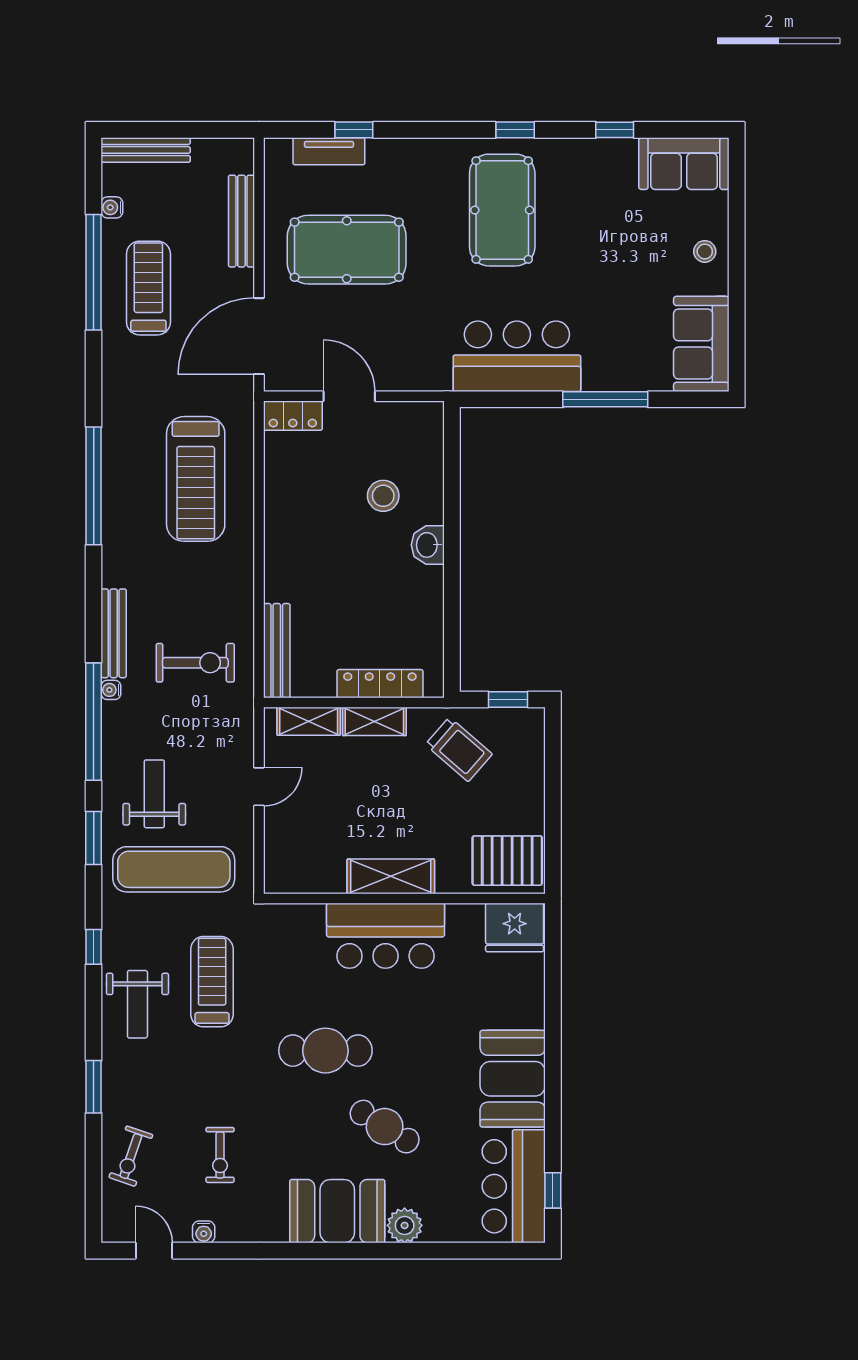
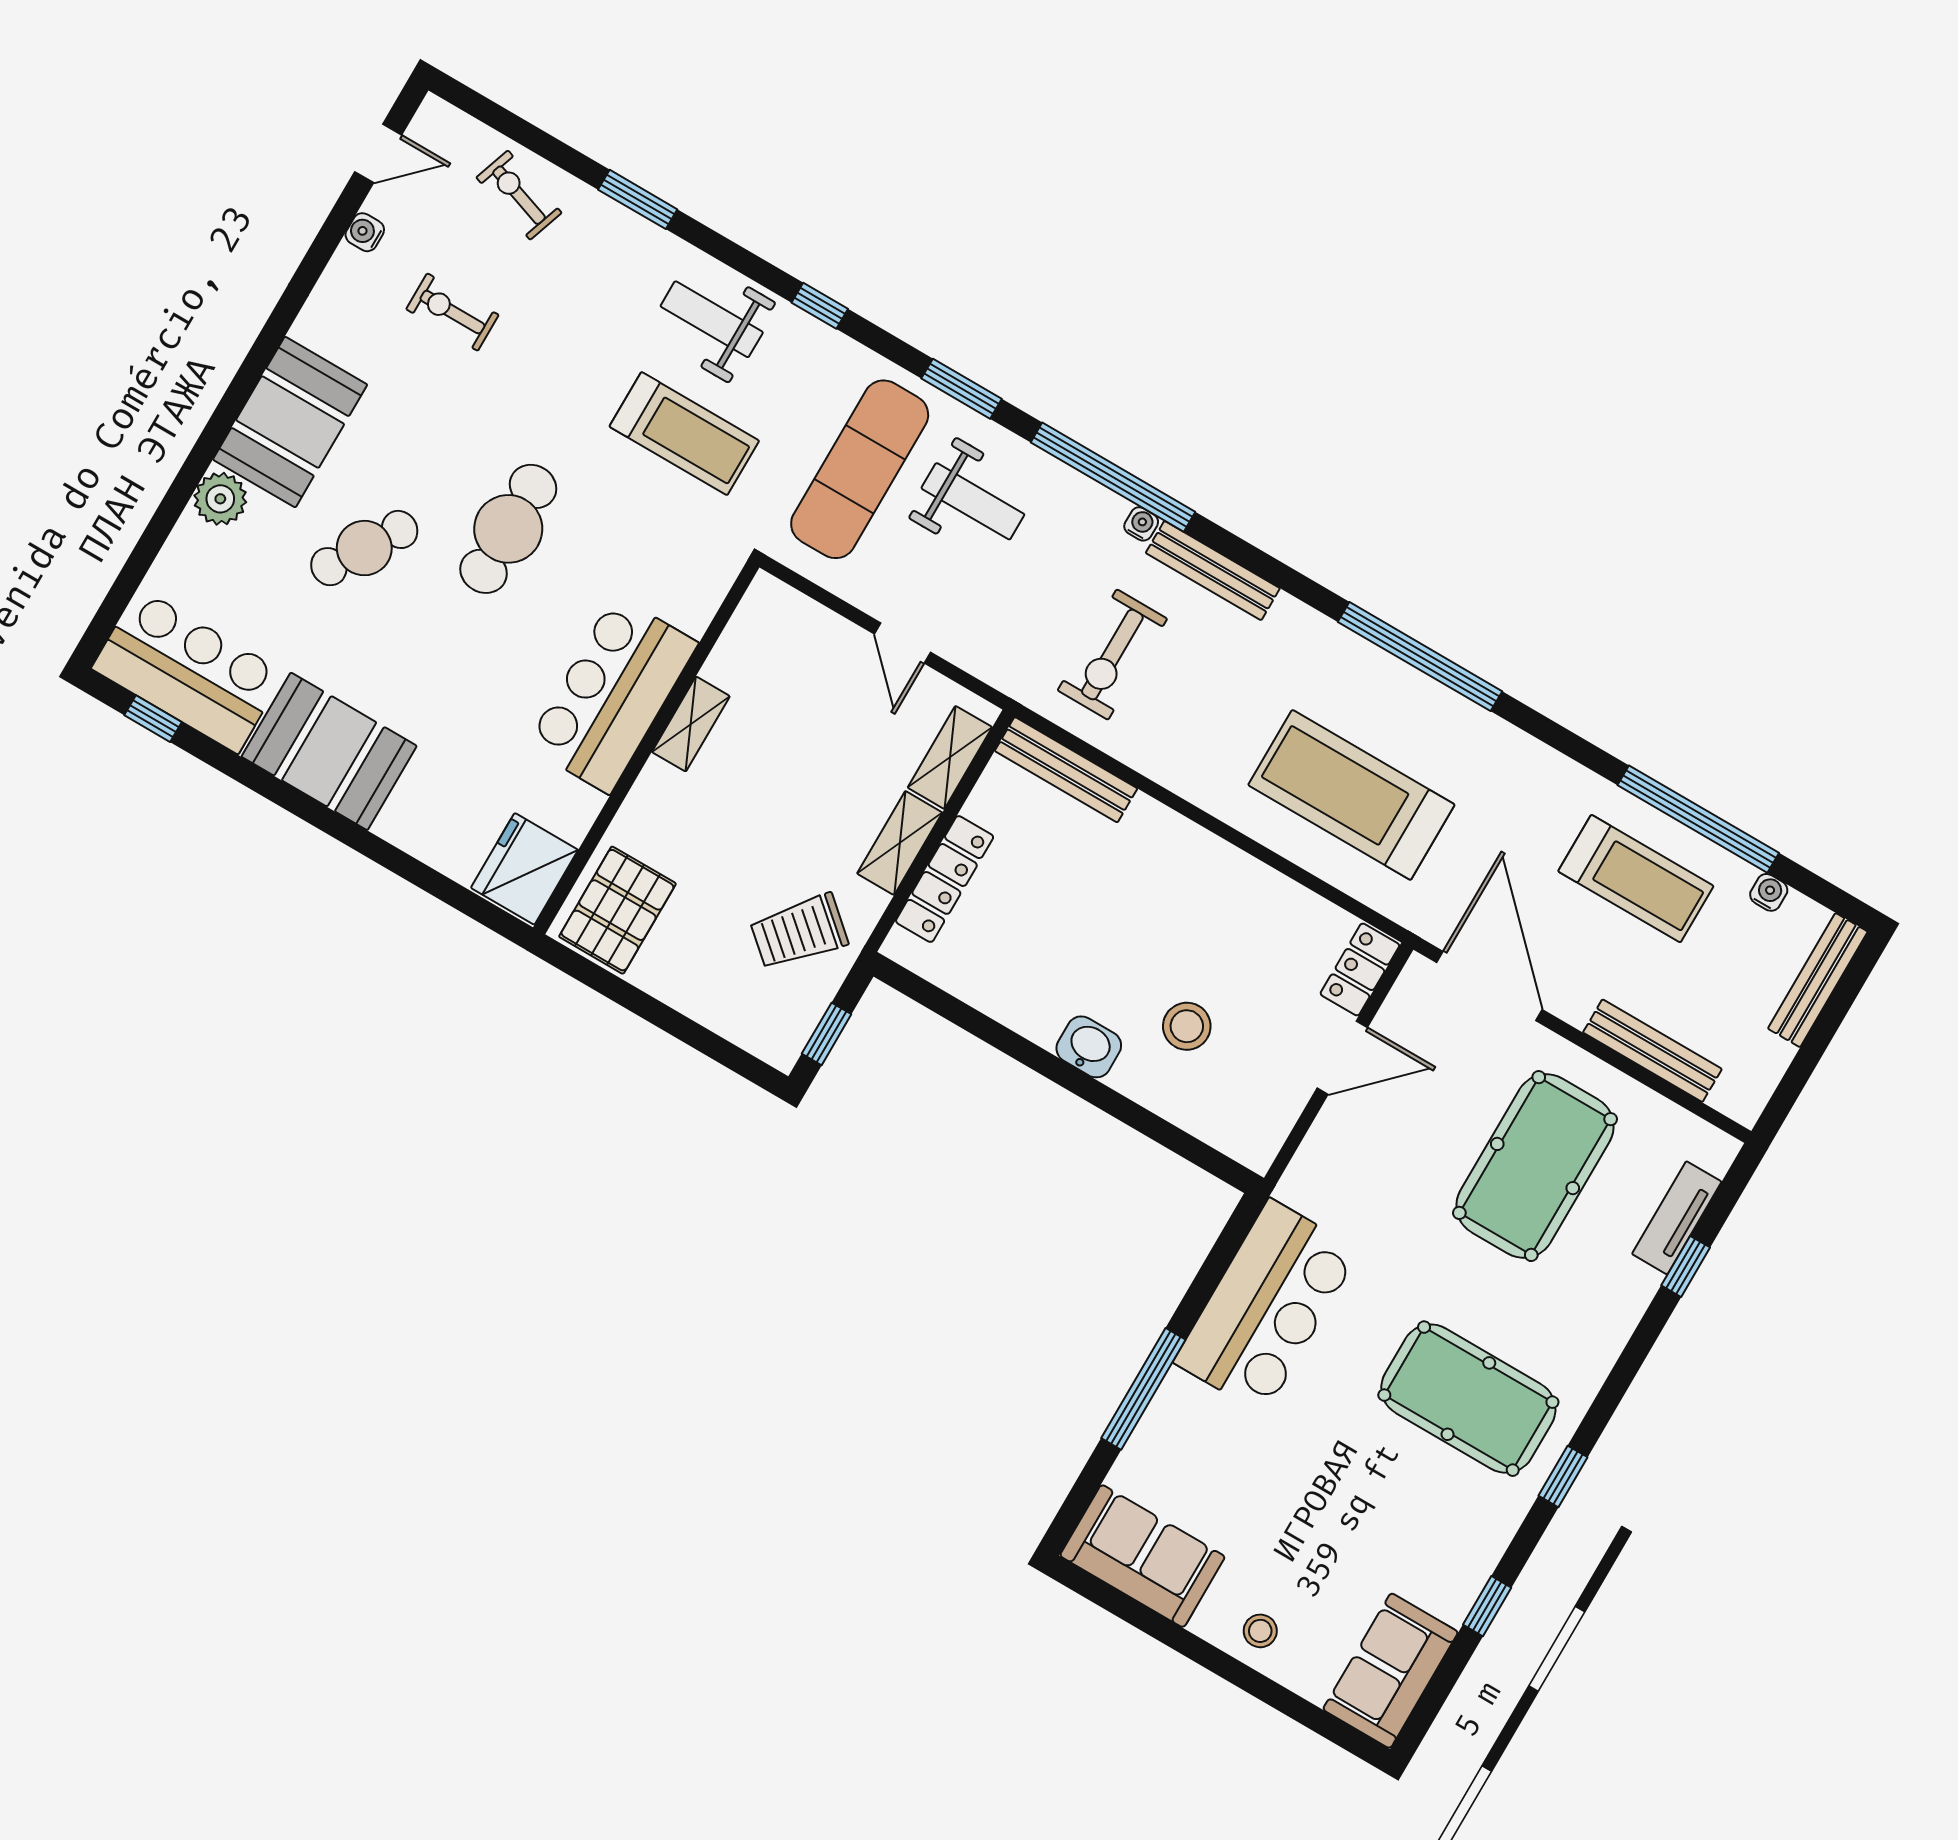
shelving: (391, 876) -> (691, 724), width x0.67, depth x0.75

